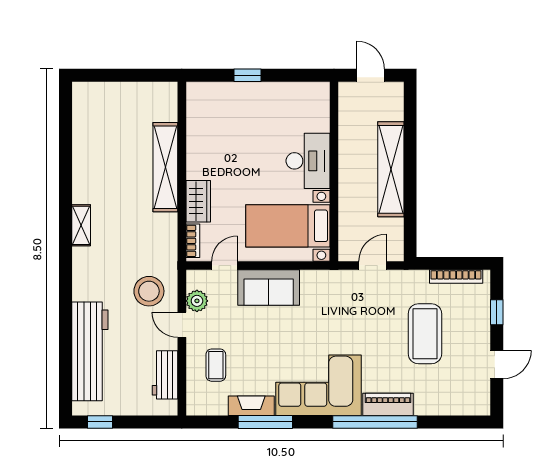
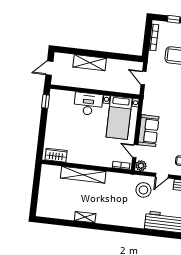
window: (248, 75) -> (46, 101), moved
shelving: (391, 169) -> (90, 63), width x0.68
wardrobe: (198, 201) -> (56, 155), moved
shelving: (81, 225) -> (85, 217), moved
plant: (197, 301) -> (141, 166), moved

